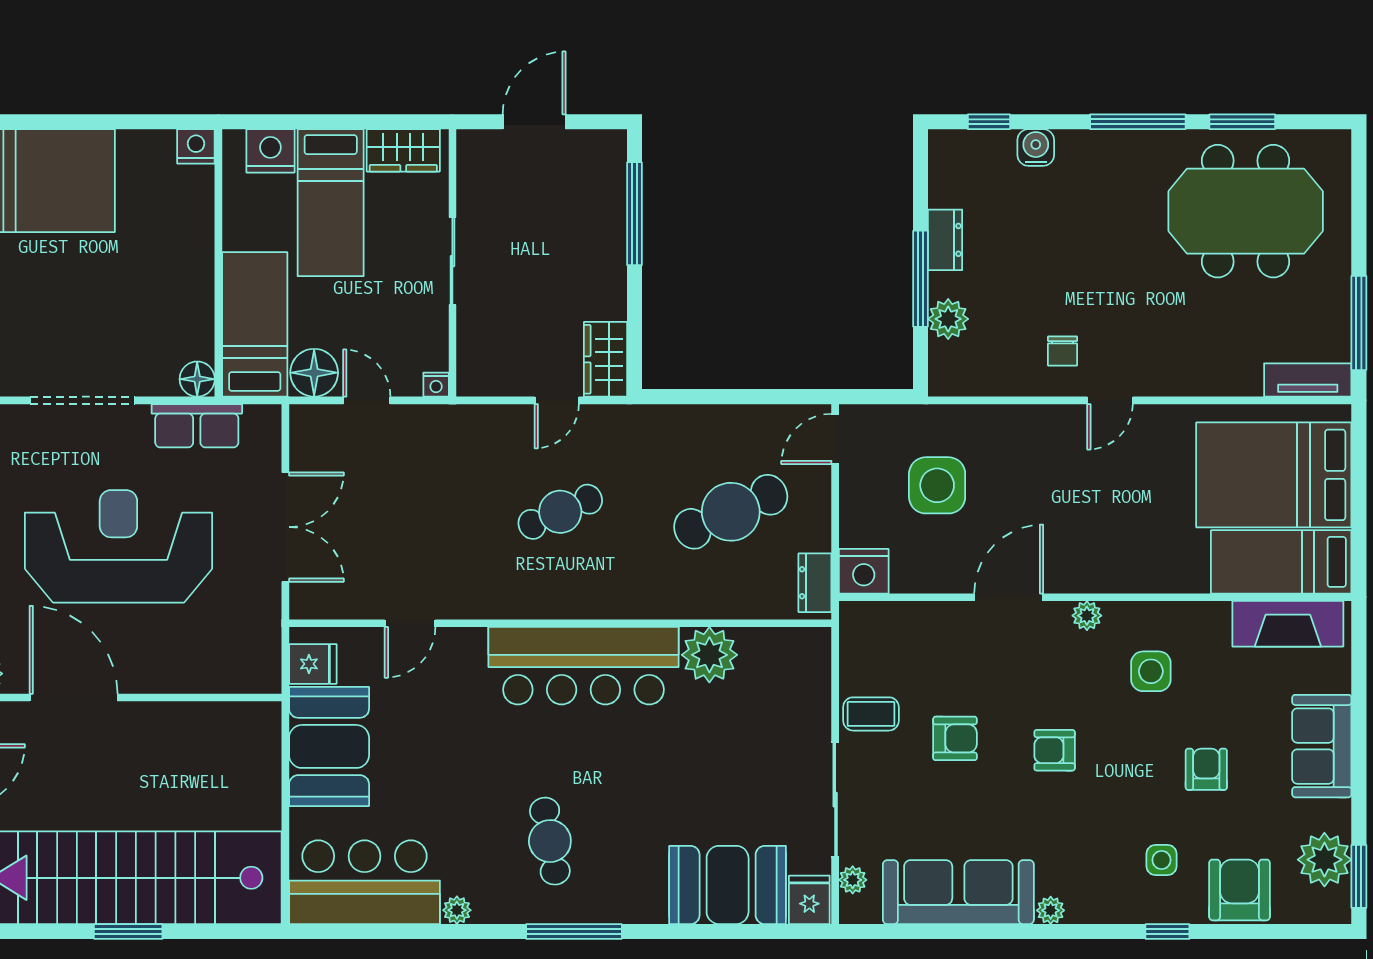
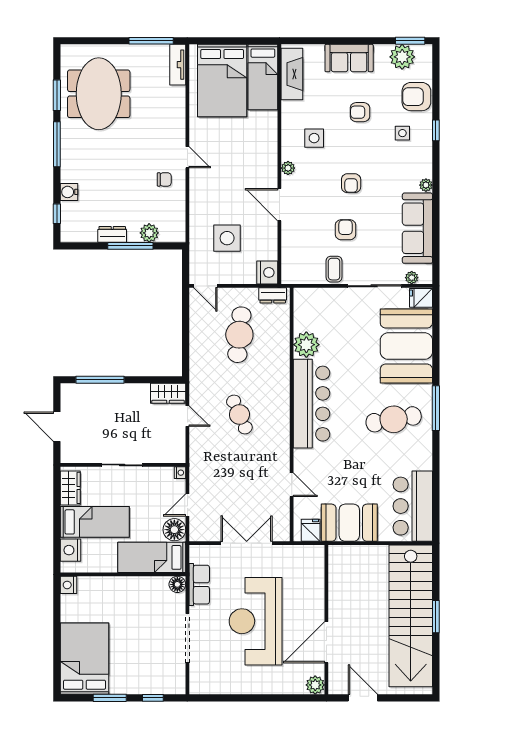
cafe table: (731, 512) -> (239, 335), turned 30
cafe table: (550, 841) -> (394, 419), width x1.37, depth x1.35
booth: (728, 885) -> (406, 346), width x1.36, depth x1.42
plant: (457, 910) -> (426, 463), removed

